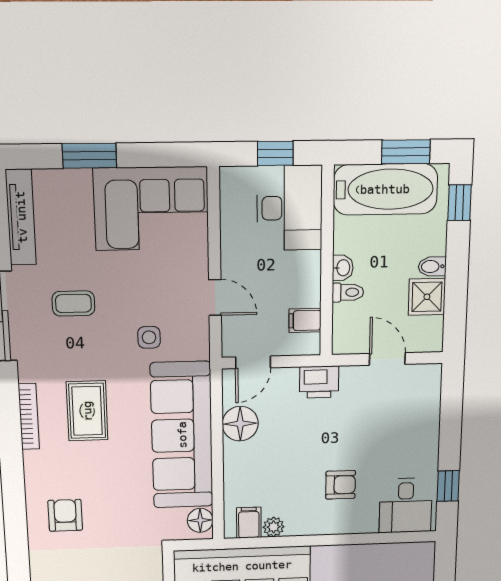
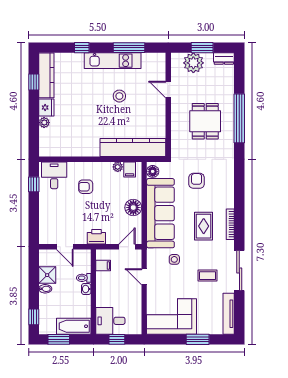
bathtub: (385, 189) -> (74, 326), width x0.73, depth x0.73
desk: (290, 208) -> (110, 321), width x0.73
floor lamp: (240, 424) -> (133, 208), moved
armchair: (65, 515) -> (197, 181), moved, turned 180

